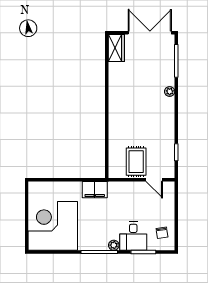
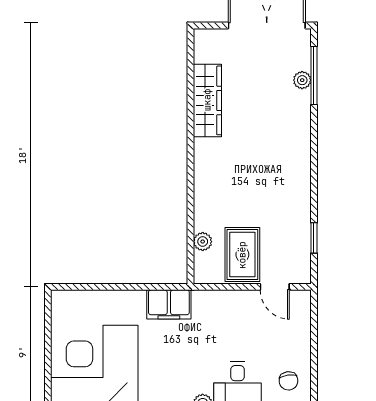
wardrobe: (116, 48) -> (207, 100), moved, width x1.50
plant: (170, 92) -> (302, 80), moved
plant: (114, 154) -> (203, 242), added

